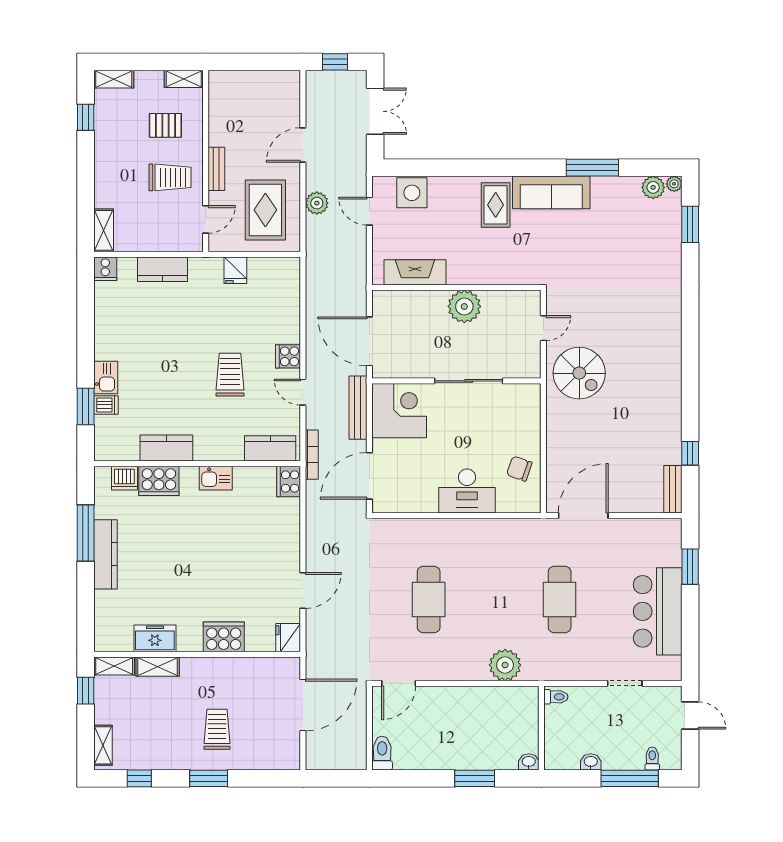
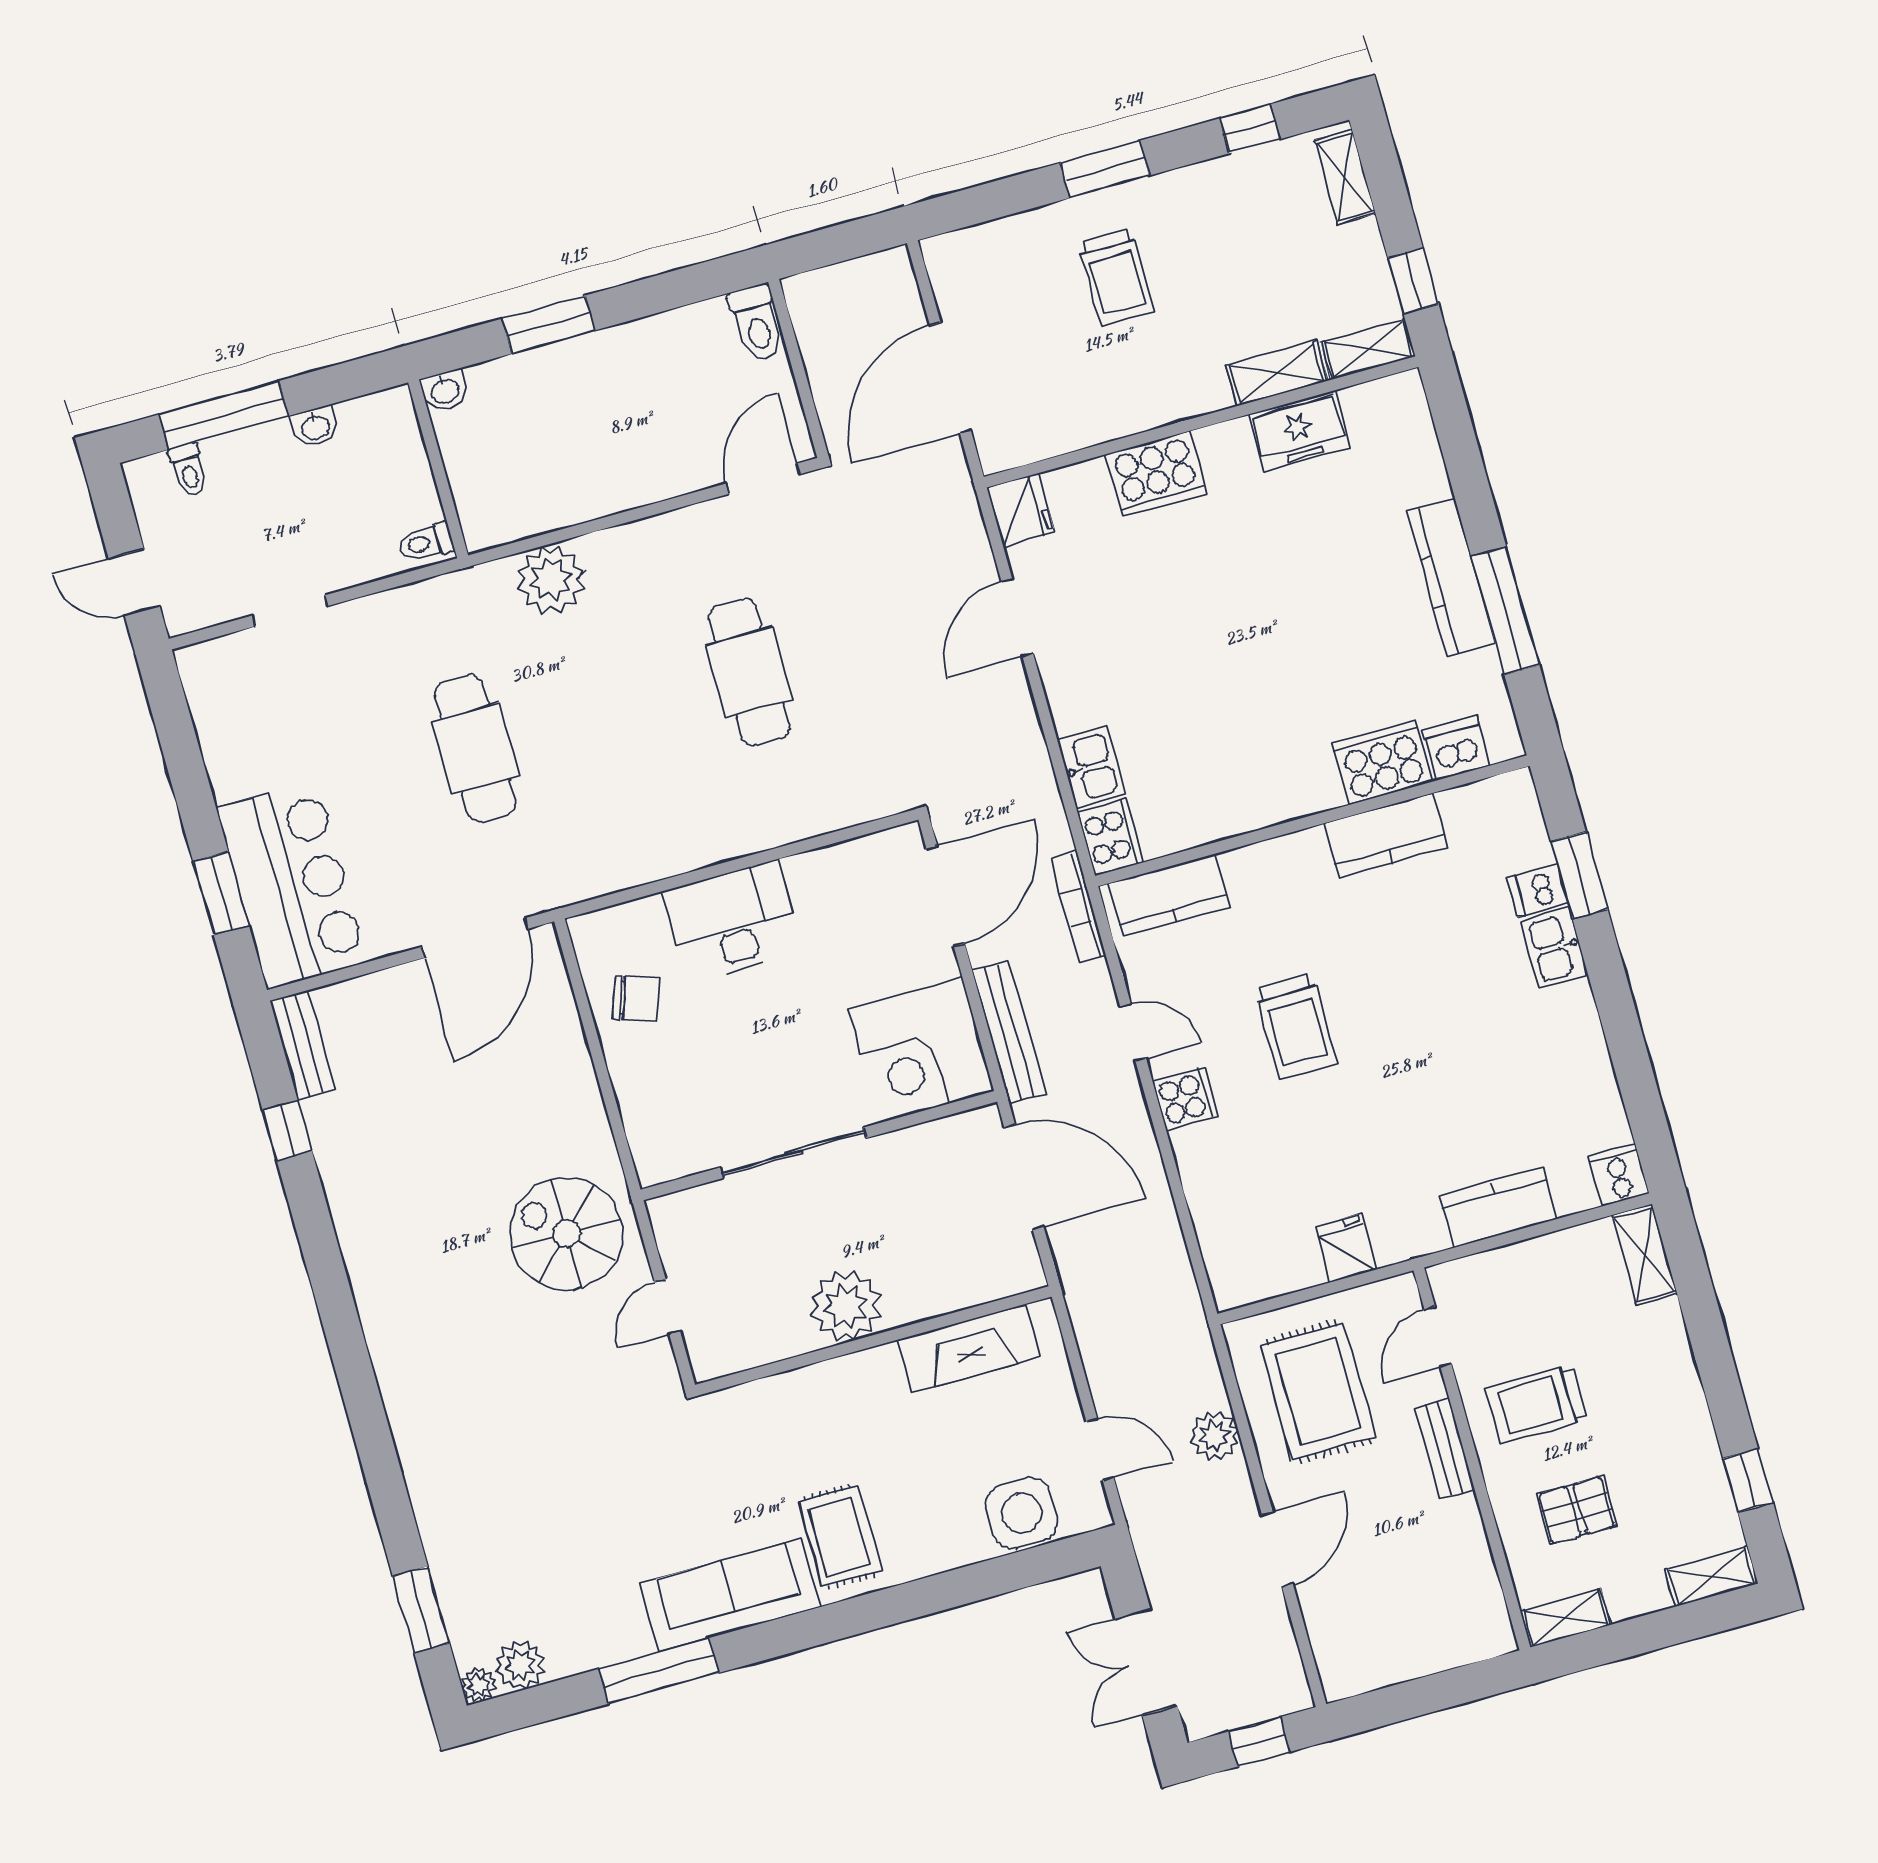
kitchen sink: (216, 478) -> (1092, 767), moved, turned 90
bar counter: (658, 611) -> (292, 885), moved

